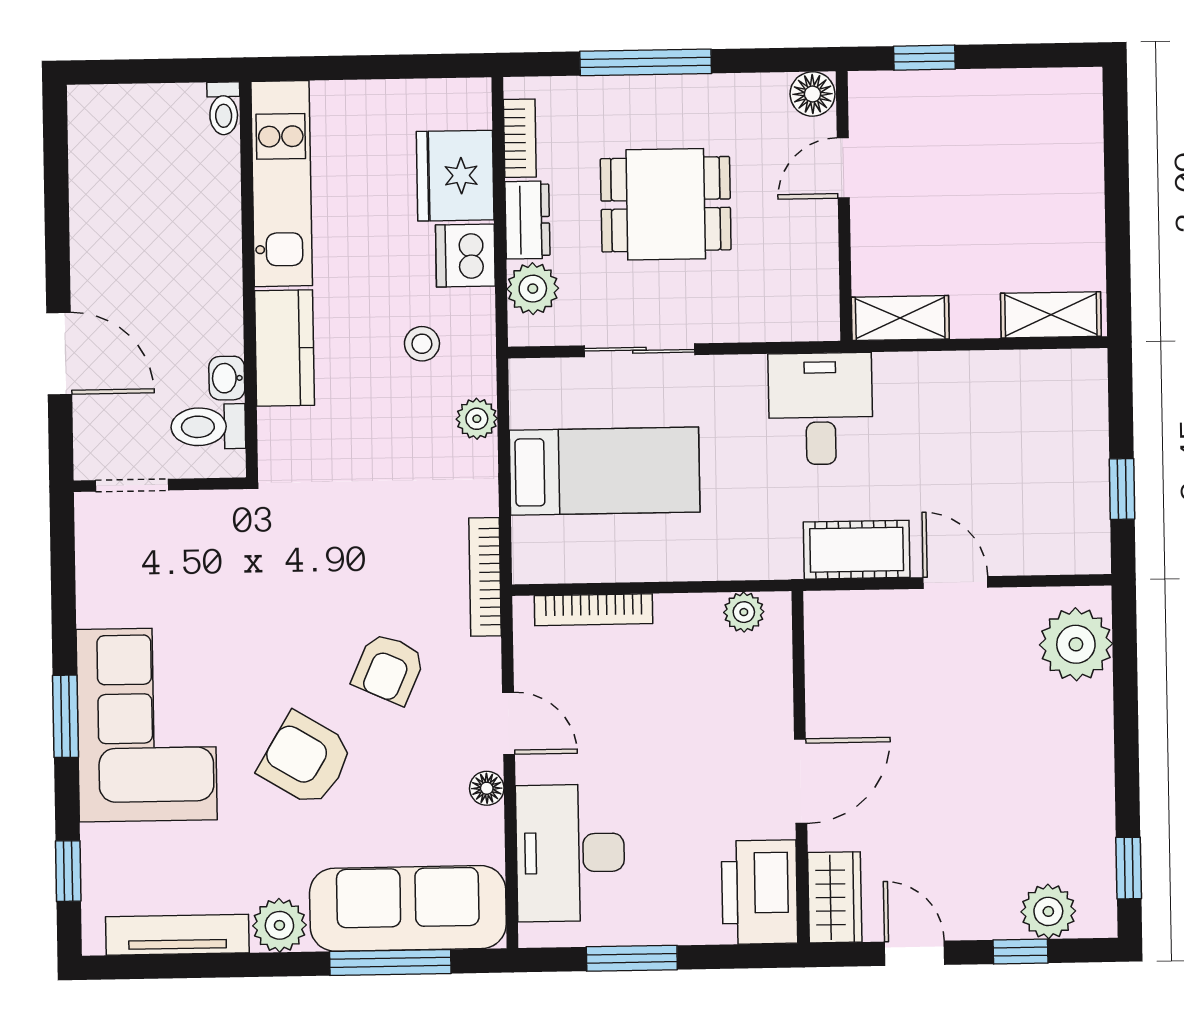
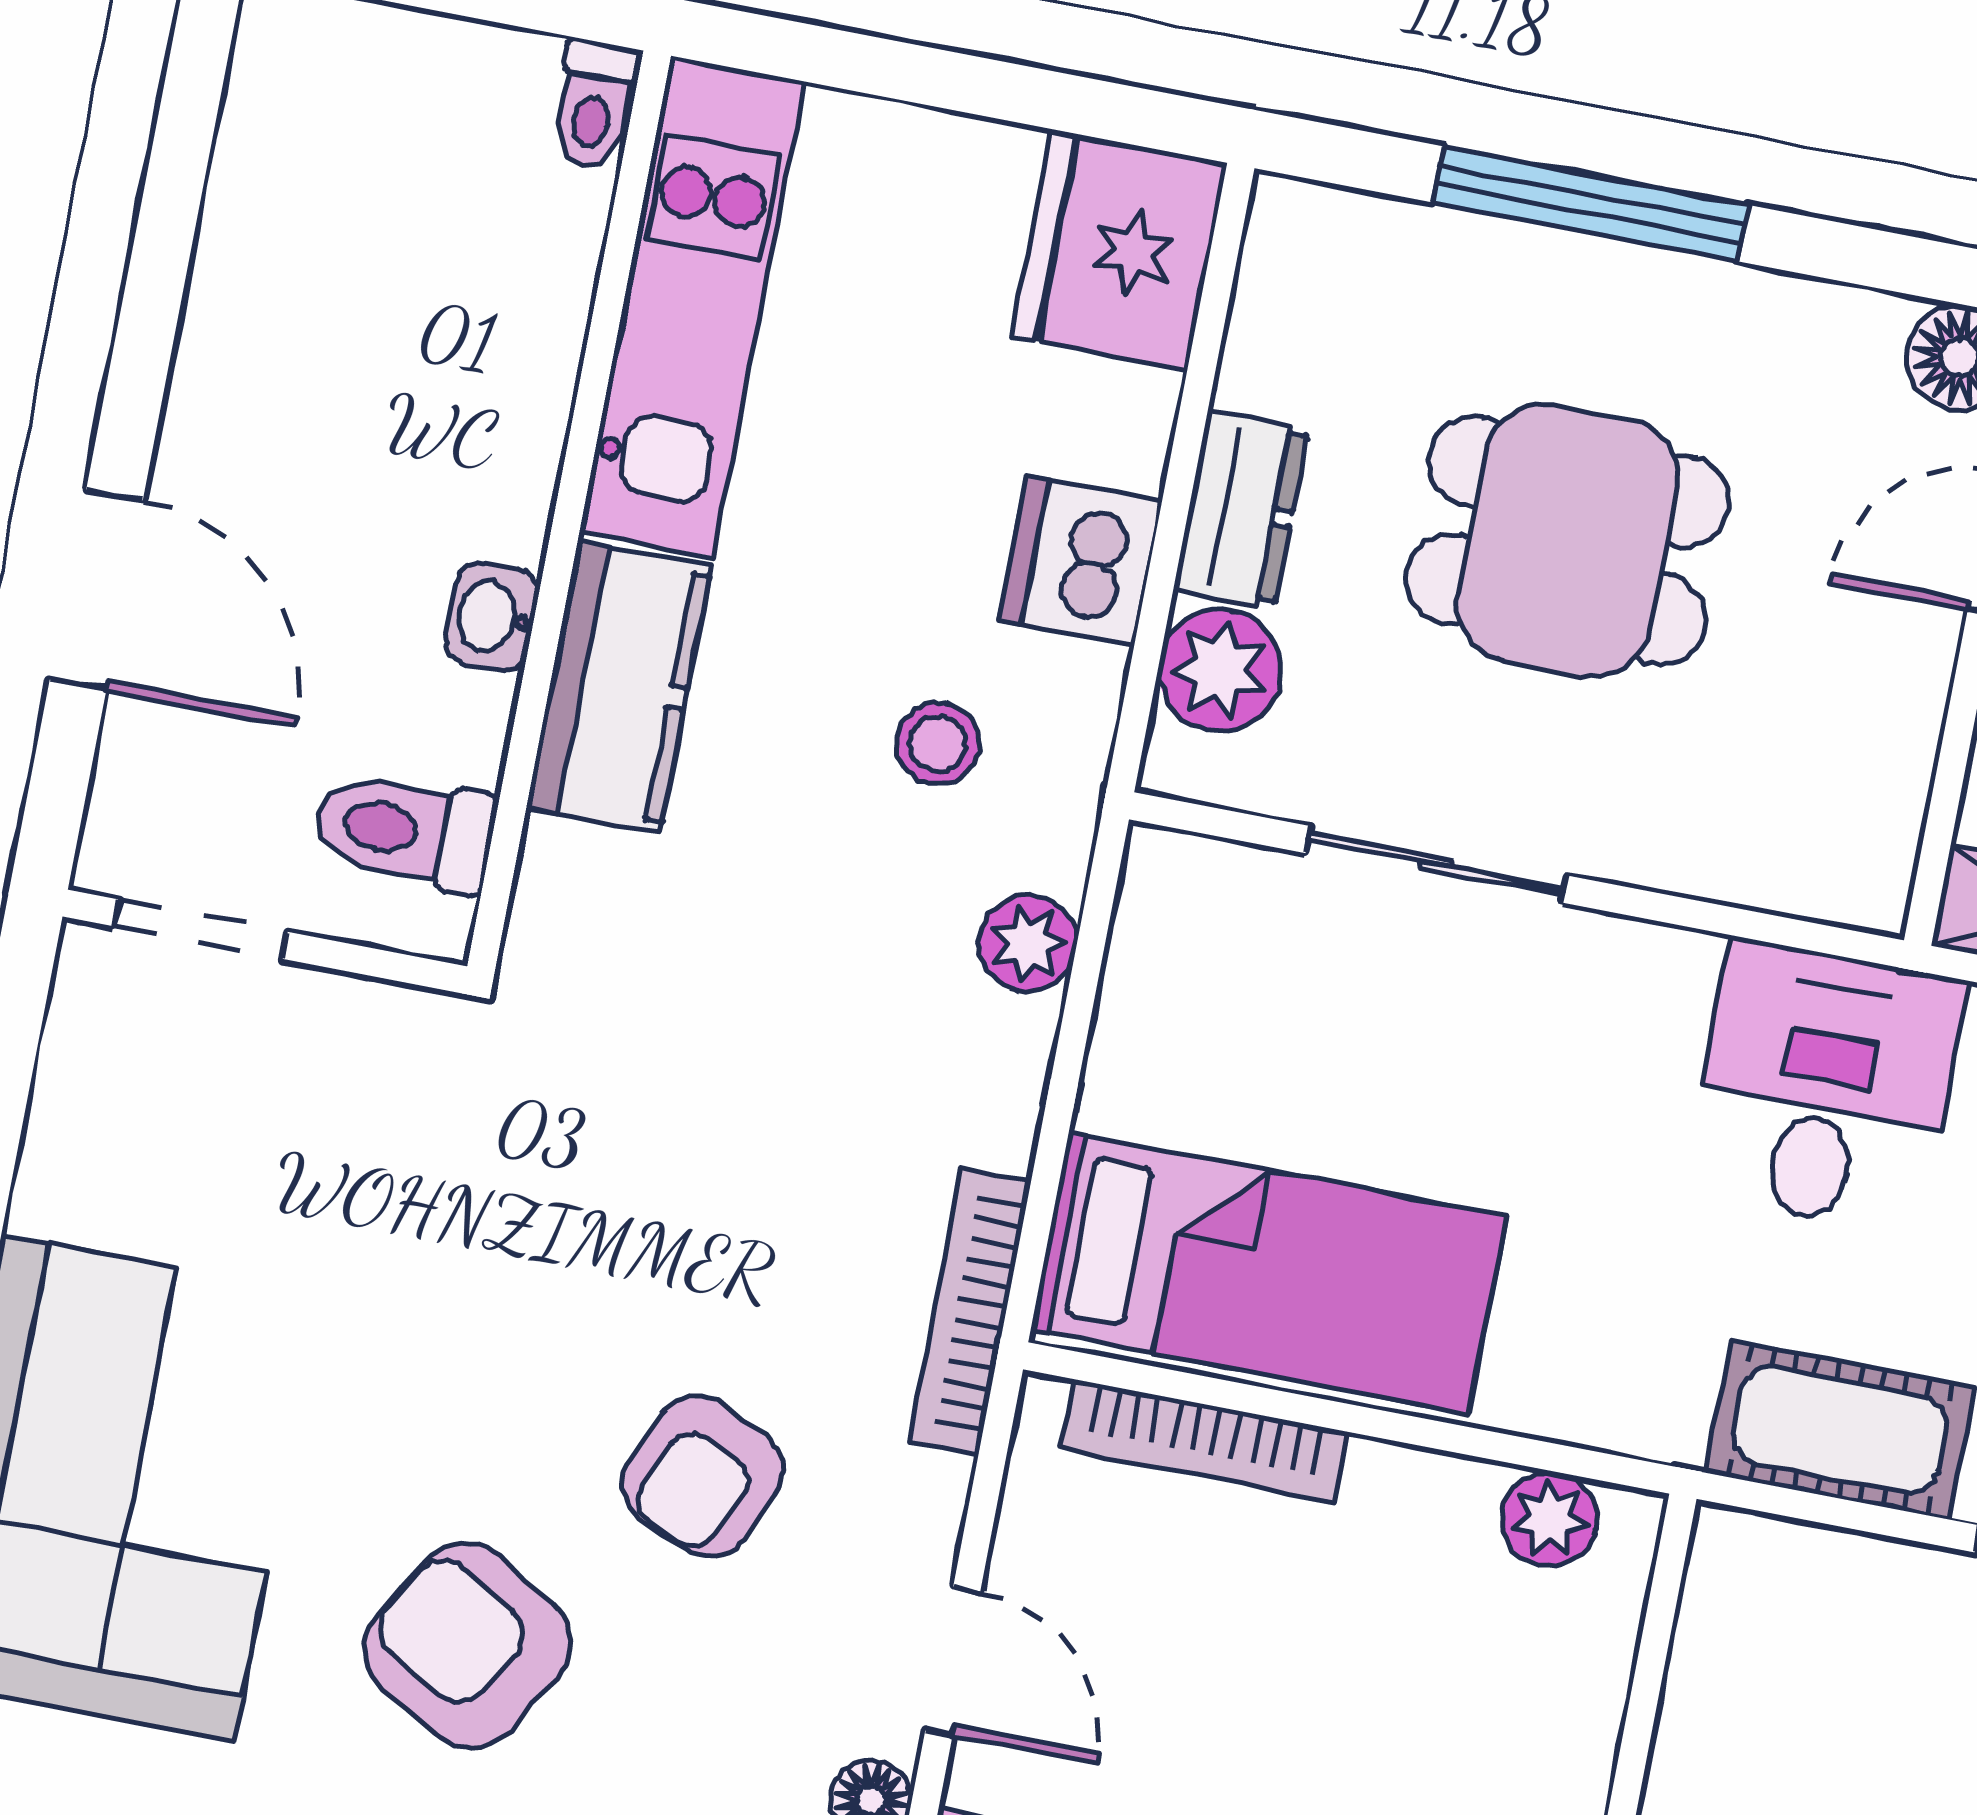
bookcase: (520, 138) -> (1263, 317), removed
fridge: (455, 176) -> (1119, 250), moved
washbasin: (227, 378) -> (492, 617), moved
bed: (605, 471) -> (1269, 1273), moved

